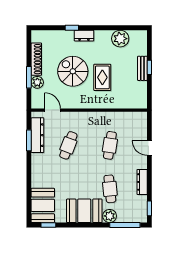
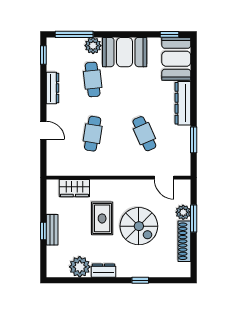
dresser: (84, 36) -> (104, 271), moved
wardrobe: (125, 102) -> (74, 188), added
dresser: (37, 135) -> (183, 103), moved
cafe table: (68, 145) -> (144, 134), turned -45

